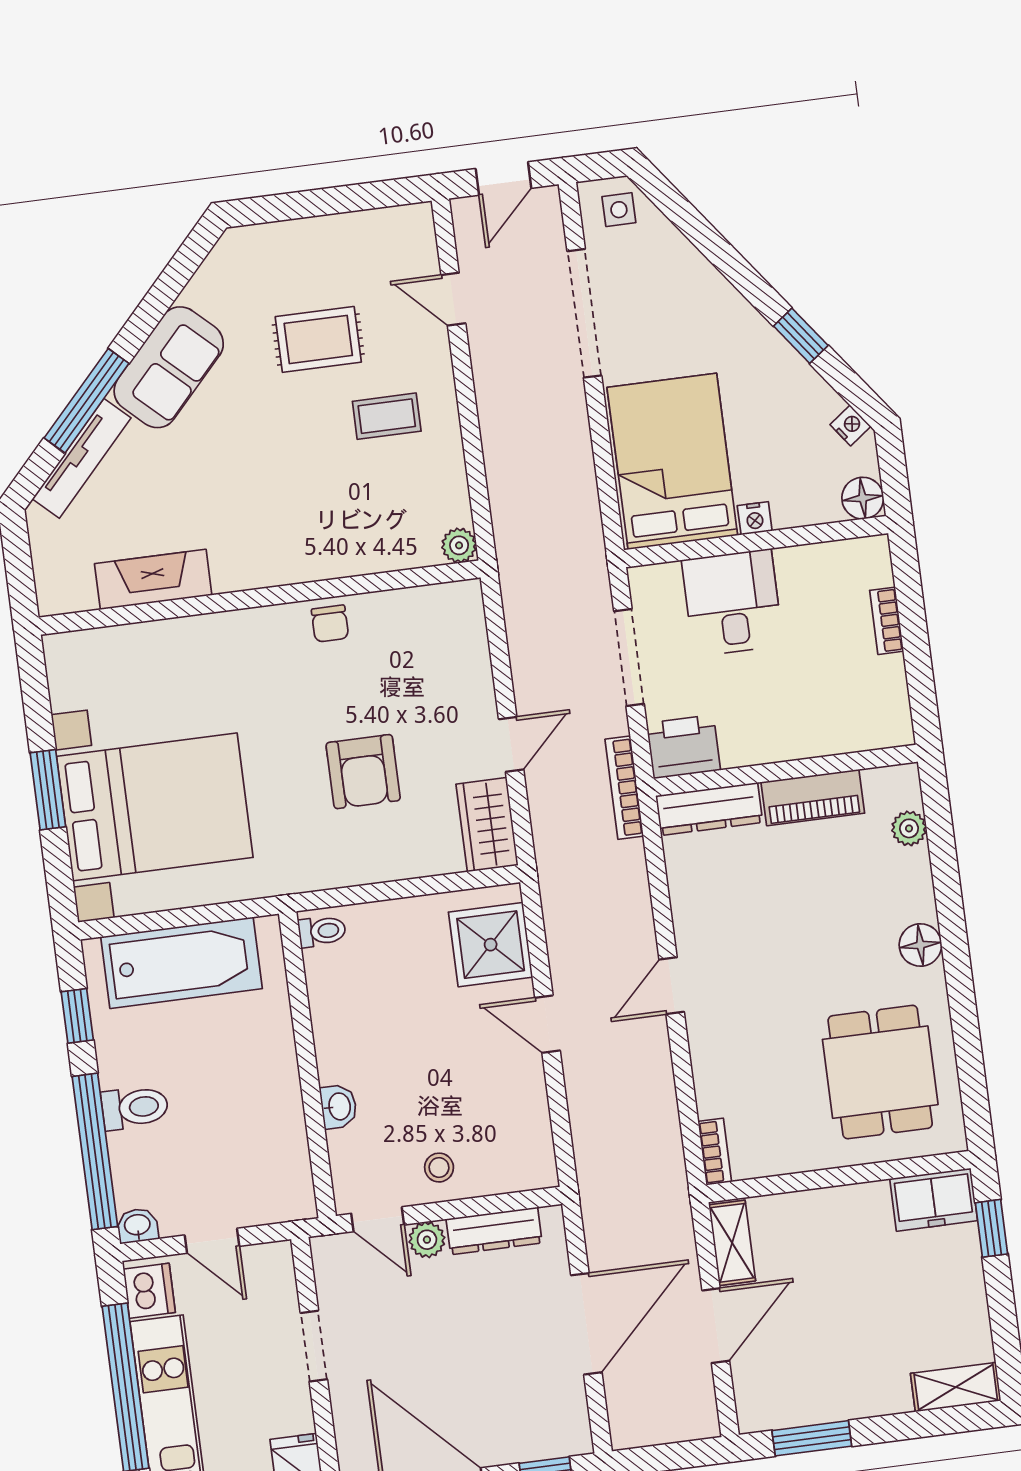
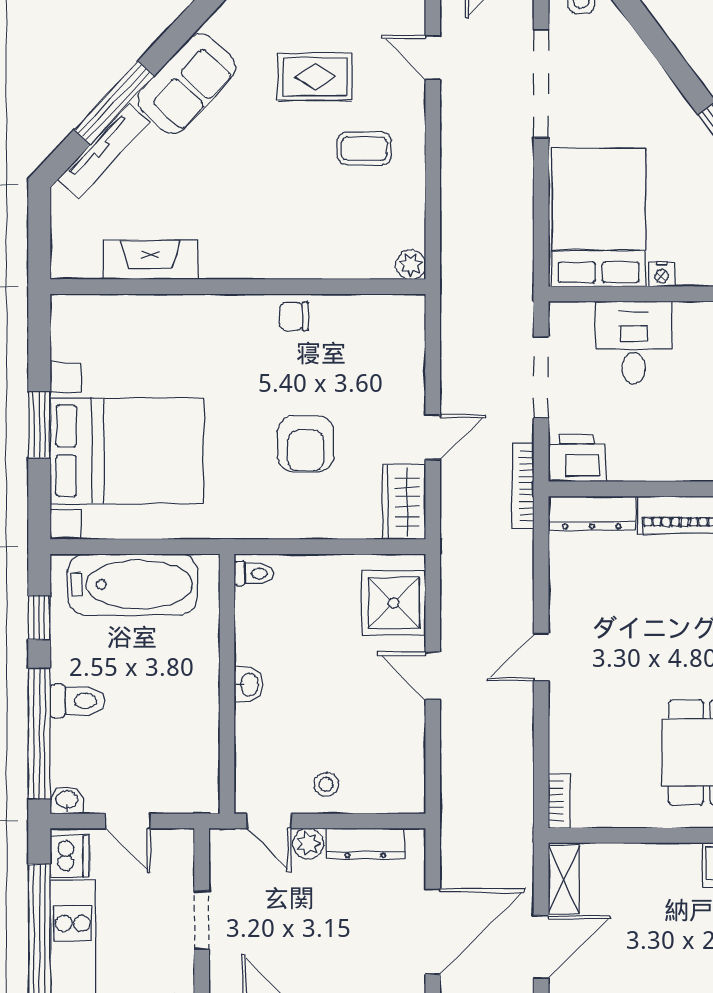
chair: (330, 624) -> (294, 316), turned 90
washbasin: (339, 1107) -> (249, 685), moved

